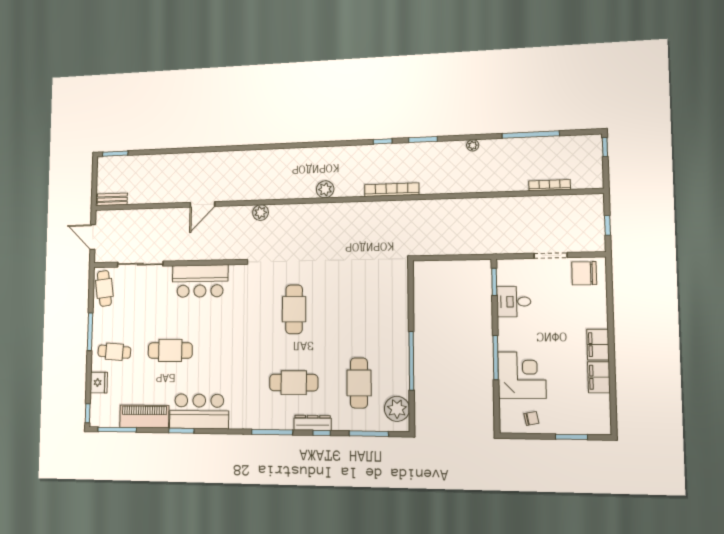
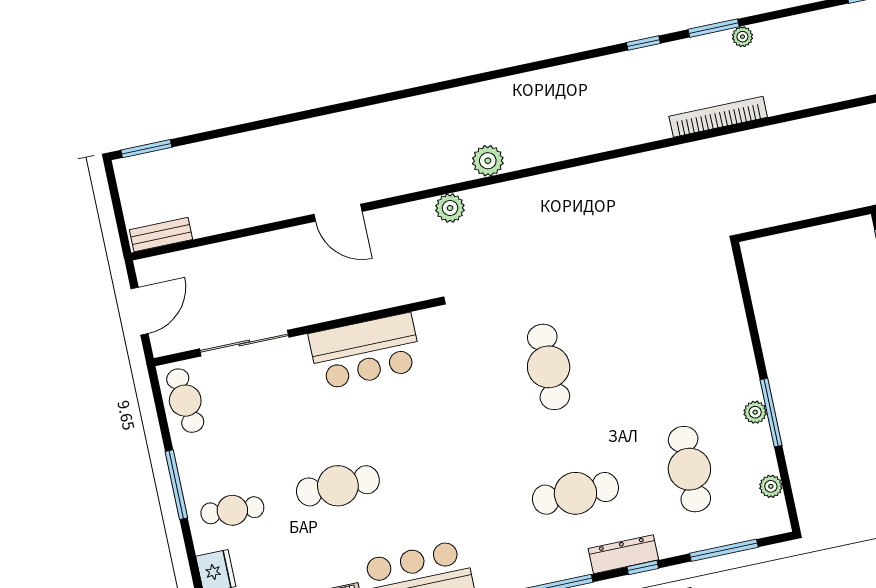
plant: (473, 145) -> (742, 37), moved
plant: (325, 189) -> (488, 161), moved
bookcase: (392, 190) -> (718, 117), moved
door: (202, 204) -> (338, 213), hinge flipped
door: (93, 237) -> (139, 311), swing flipped
plant: (402, 359) -> (755, 412), added
window: (411, 361) -> (771, 413), width x0.68
plant: (397, 409) -> (771, 486), width x0.53, depth x0.53

